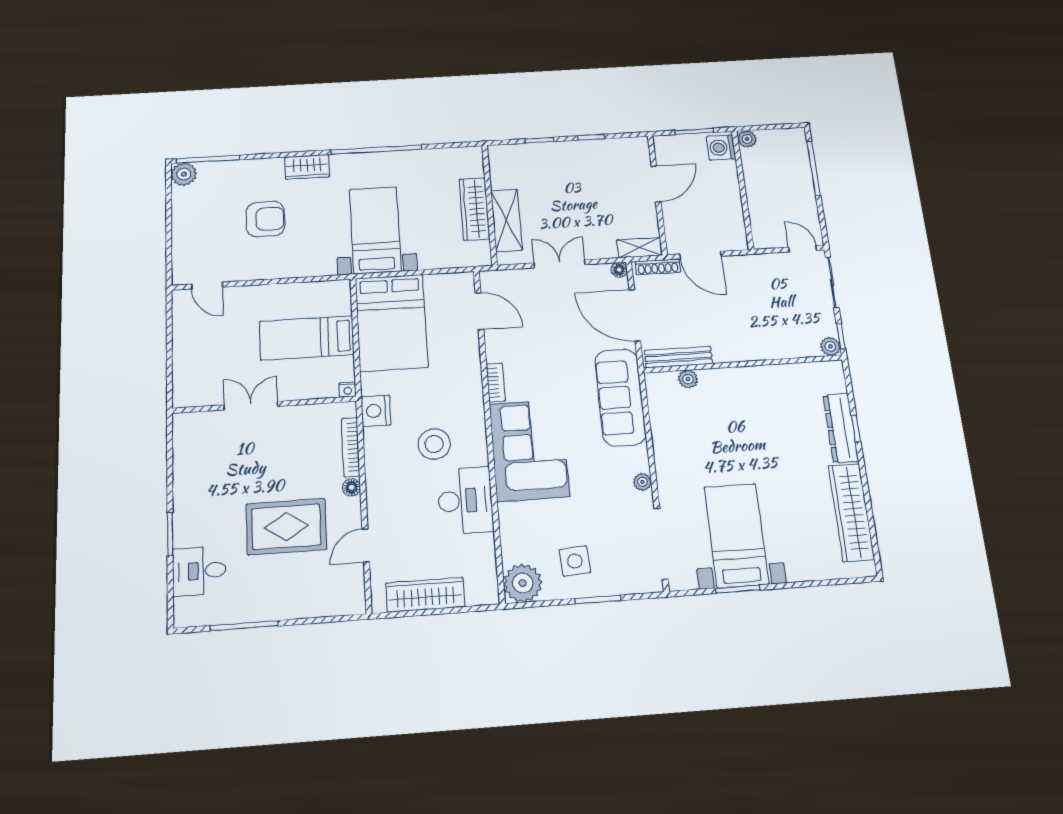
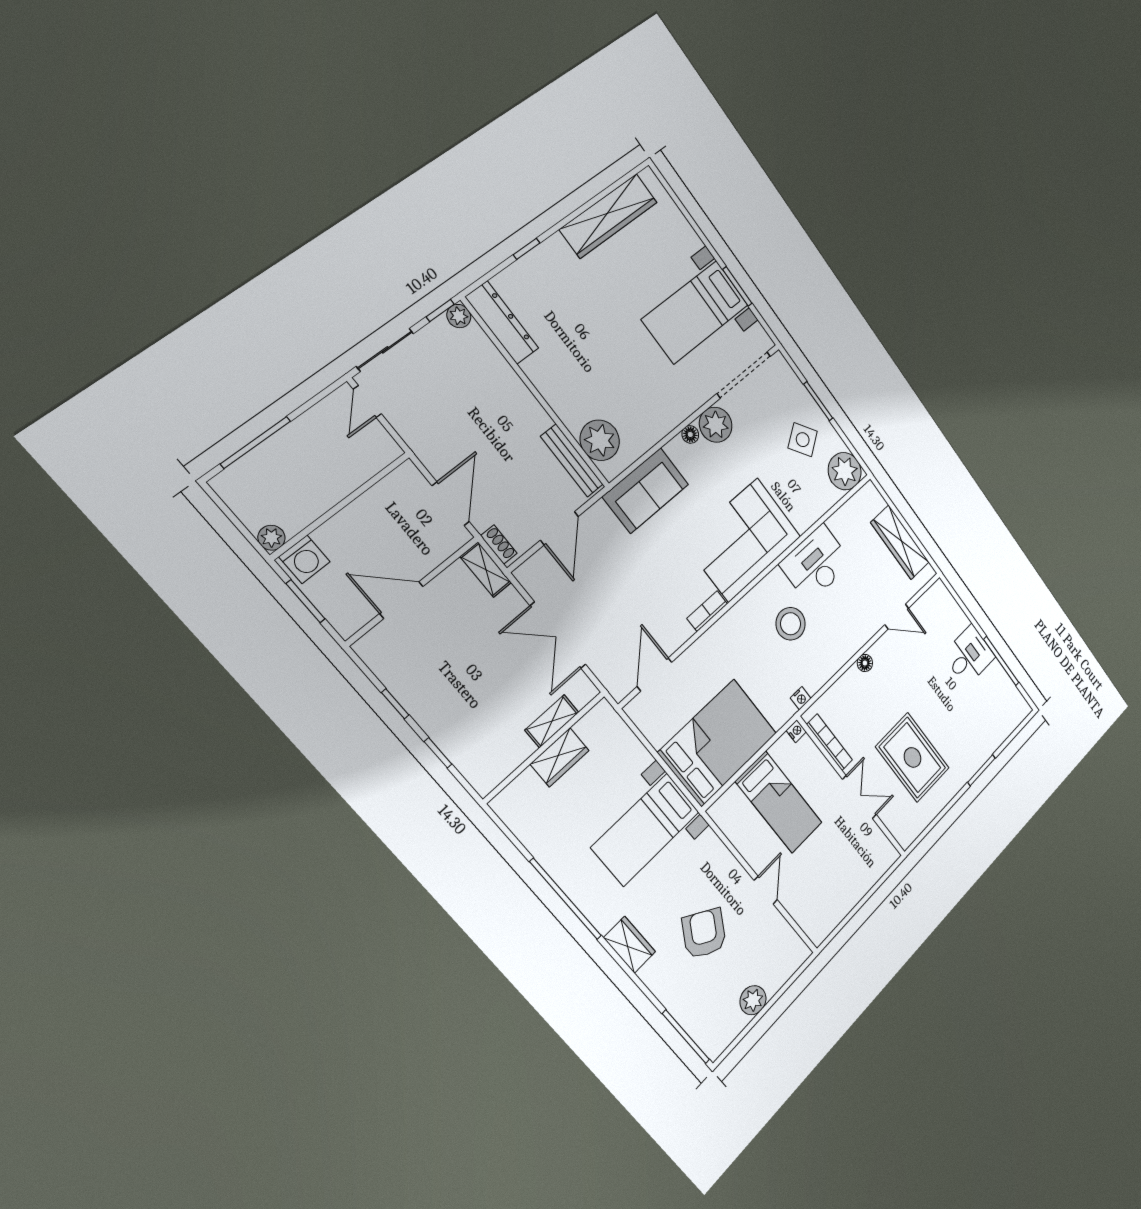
plant: (184, 174) -> (753, 1000), moved
wardrobe: (475, 209) -> (560, 757), width x0.67
armchair: (265, 219) -> (704, 933), turned 31
shelving: (507, 220) -> (552, 721), width x0.67, depth x0.75
double door: (560, 264) -> (558, 635), width x1.37
shoe rack: (658, 267) -> (499, 545), width x0.70
floor lamp: (619, 270) -> (690, 434), moved
door: (207, 286) -> (766, 890), moved
door: (635, 315) -> (559, 528), width x0.73
plant: (688, 379) -> (600, 440), width x1.87, depth x1.87
sofa: (620, 397) -> (646, 490), width x0.73
double door: (251, 406) -> (859, 797), swing flipped
nightstand: (376, 411) -> (801, 698), width x0.53, depth x0.56
dresser: (841, 428) -> (502, 323), moved, turned -90
bookcase: (351, 447) -> (830, 742), moved, turned -90
plant: (642, 482) -> (716, 425), width x1.88, depth x1.88
rug: (286, 527) -> (912, 757), moved
side table: (575, 561) -> (803, 440), turned -31
desk: (199, 571) -> (969, 656), moved, turned -90

